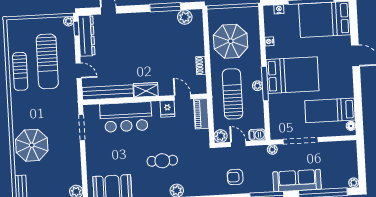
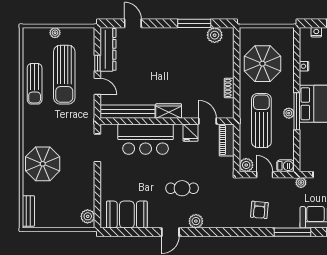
plant: (69, 21) -> (55, 33), moved
window: (76, 29) -> (97, 63), moved
armchair: (235, 177) -> (259, 210), turned -85

